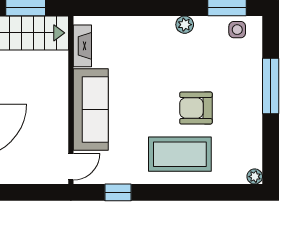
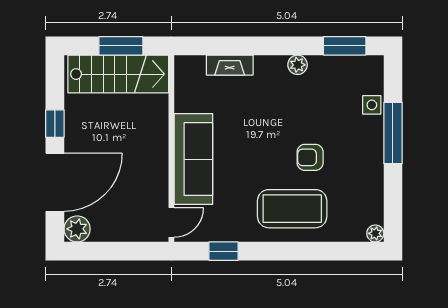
side table: (237, 30) -> (372, 105), moved
fireplace: (82, 46) -> (230, 65), moved, turned 90
armchair: (196, 108) -> (310, 157), width x0.72, depth x0.72

